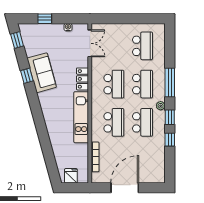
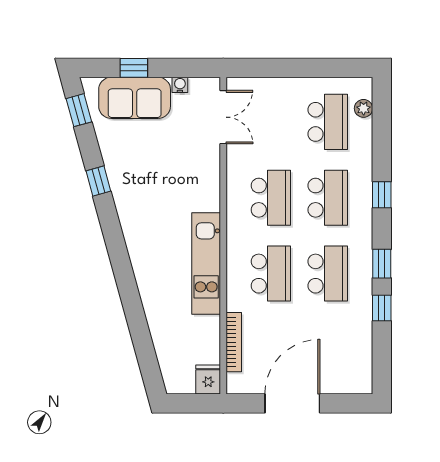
sofa: (42, 73) -> (135, 98), moved, turned 105
locker: (83, 79) -> (209, 187), removed
window: (170, 83) -> (382, 195), width x0.46
plant: (161, 106) -> (364, 108), moved
fridge: (71, 176) -> (208, 380), moved

